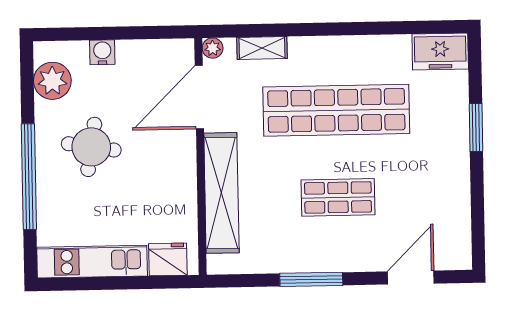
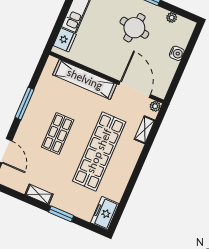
plant: (52, 81) -> (172, 18), width x0.53, depth x0.53
shelving: (459, 182) -> (39, 194), added

